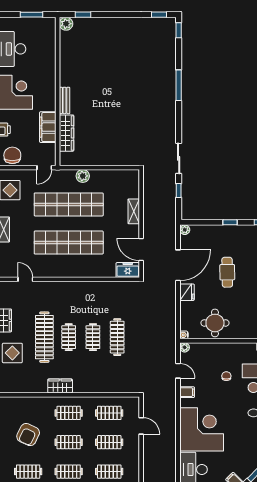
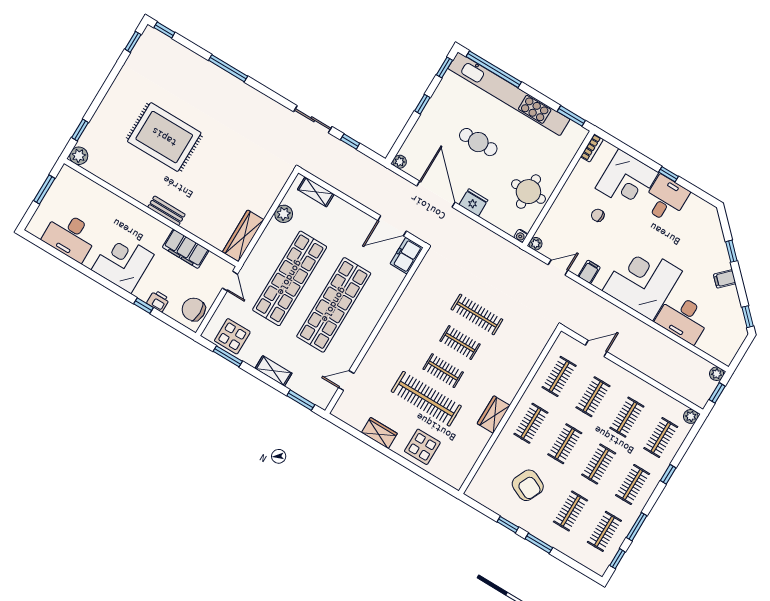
rug: (111, 71) -> (164, 137), added
wardrobe: (67, 133) -> (243, 236), moved, turned -90
plant: (83, 176) -> (284, 214), moved
shelving: (134, 211) -> (316, 192), moved

